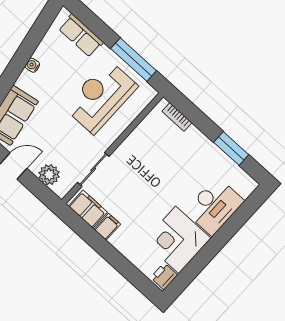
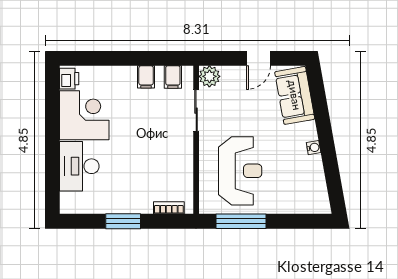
row of seats: (81, 35) -> (297, 203), removed
window: (231, 148) -> (123, 221), moved
plant: (49, 175) -> (209, 76), moved
filing cabinet: (88, 209) -> (173, 77), width x0.50

